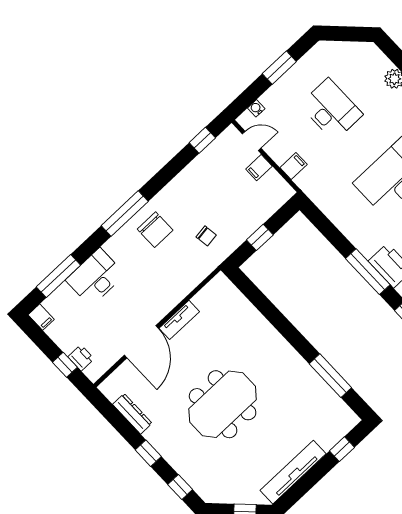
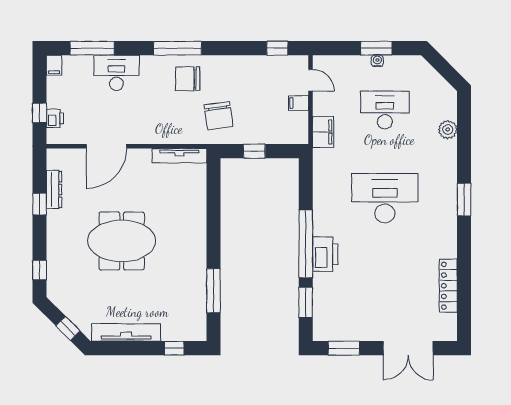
water cooler: (256, 108) -> (377, 61), moved
desk: (331, 110) -> (385, 110), turned -90
filing cabinet: (294, 166) -> (323, 132), width x2.00
chair: (155, 230) -> (188, 79), turned 90
chair: (206, 236) -> (219, 116), width x1.87, depth x1.87
window: (368, 272) -> (306, 244), width x1.46
tv unit: (179, 320) -> (179, 156), moved, width x1.41
window: (148, 453) -> (40, 204), moved

